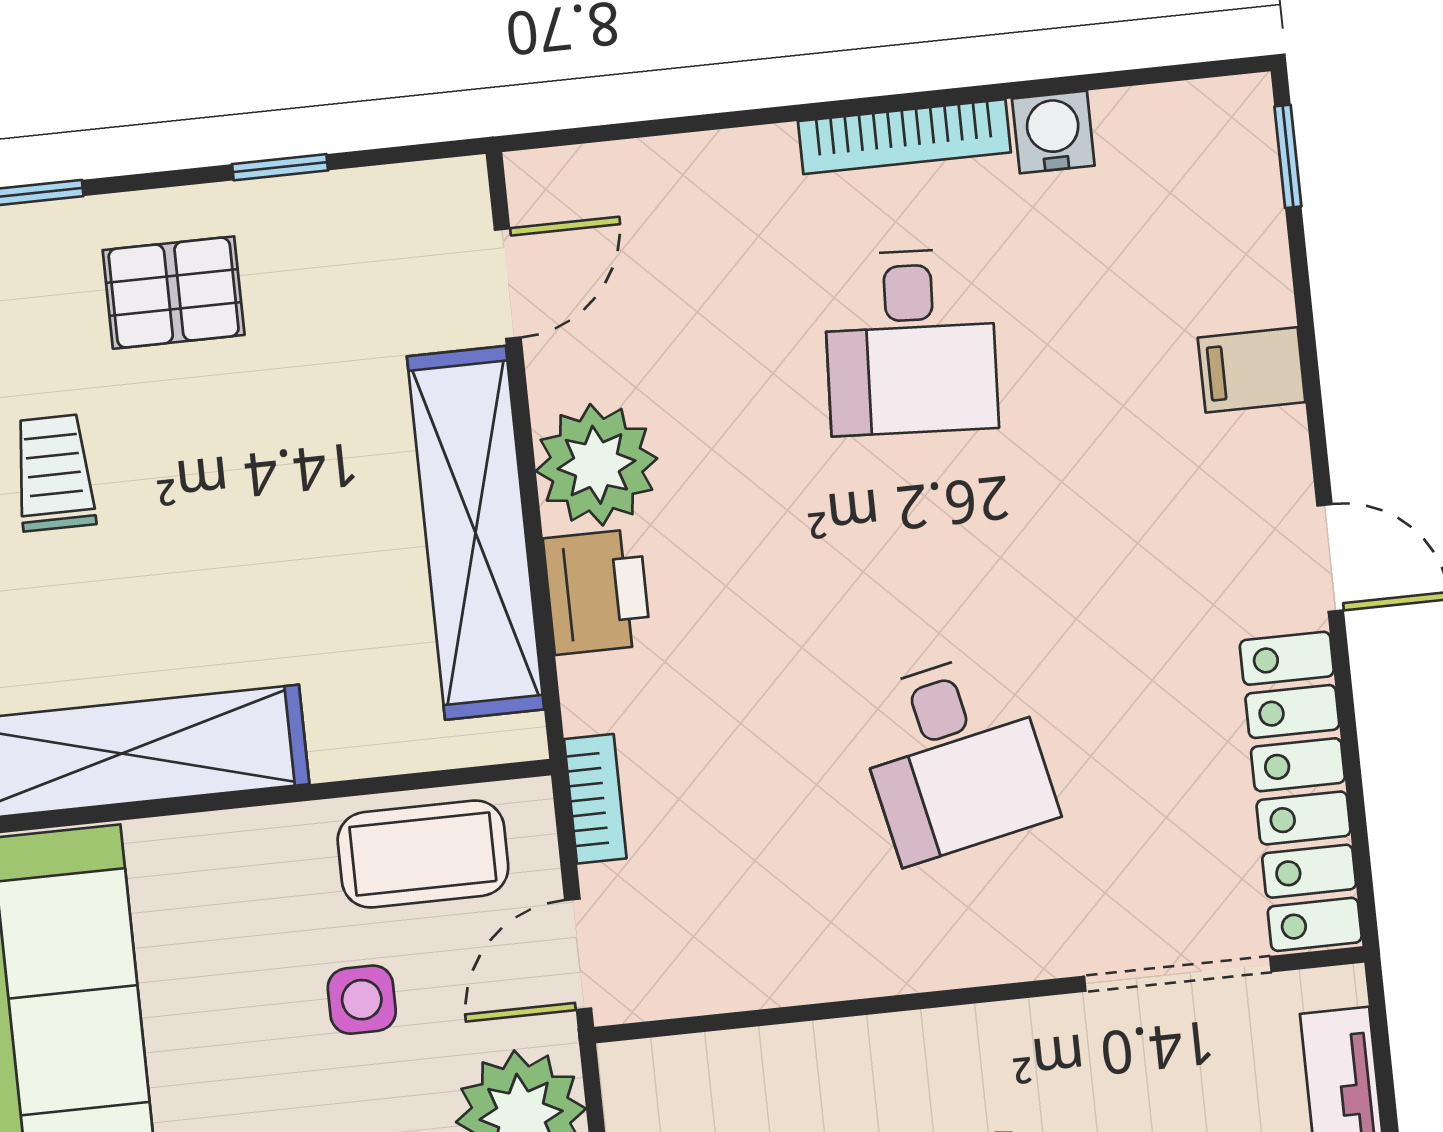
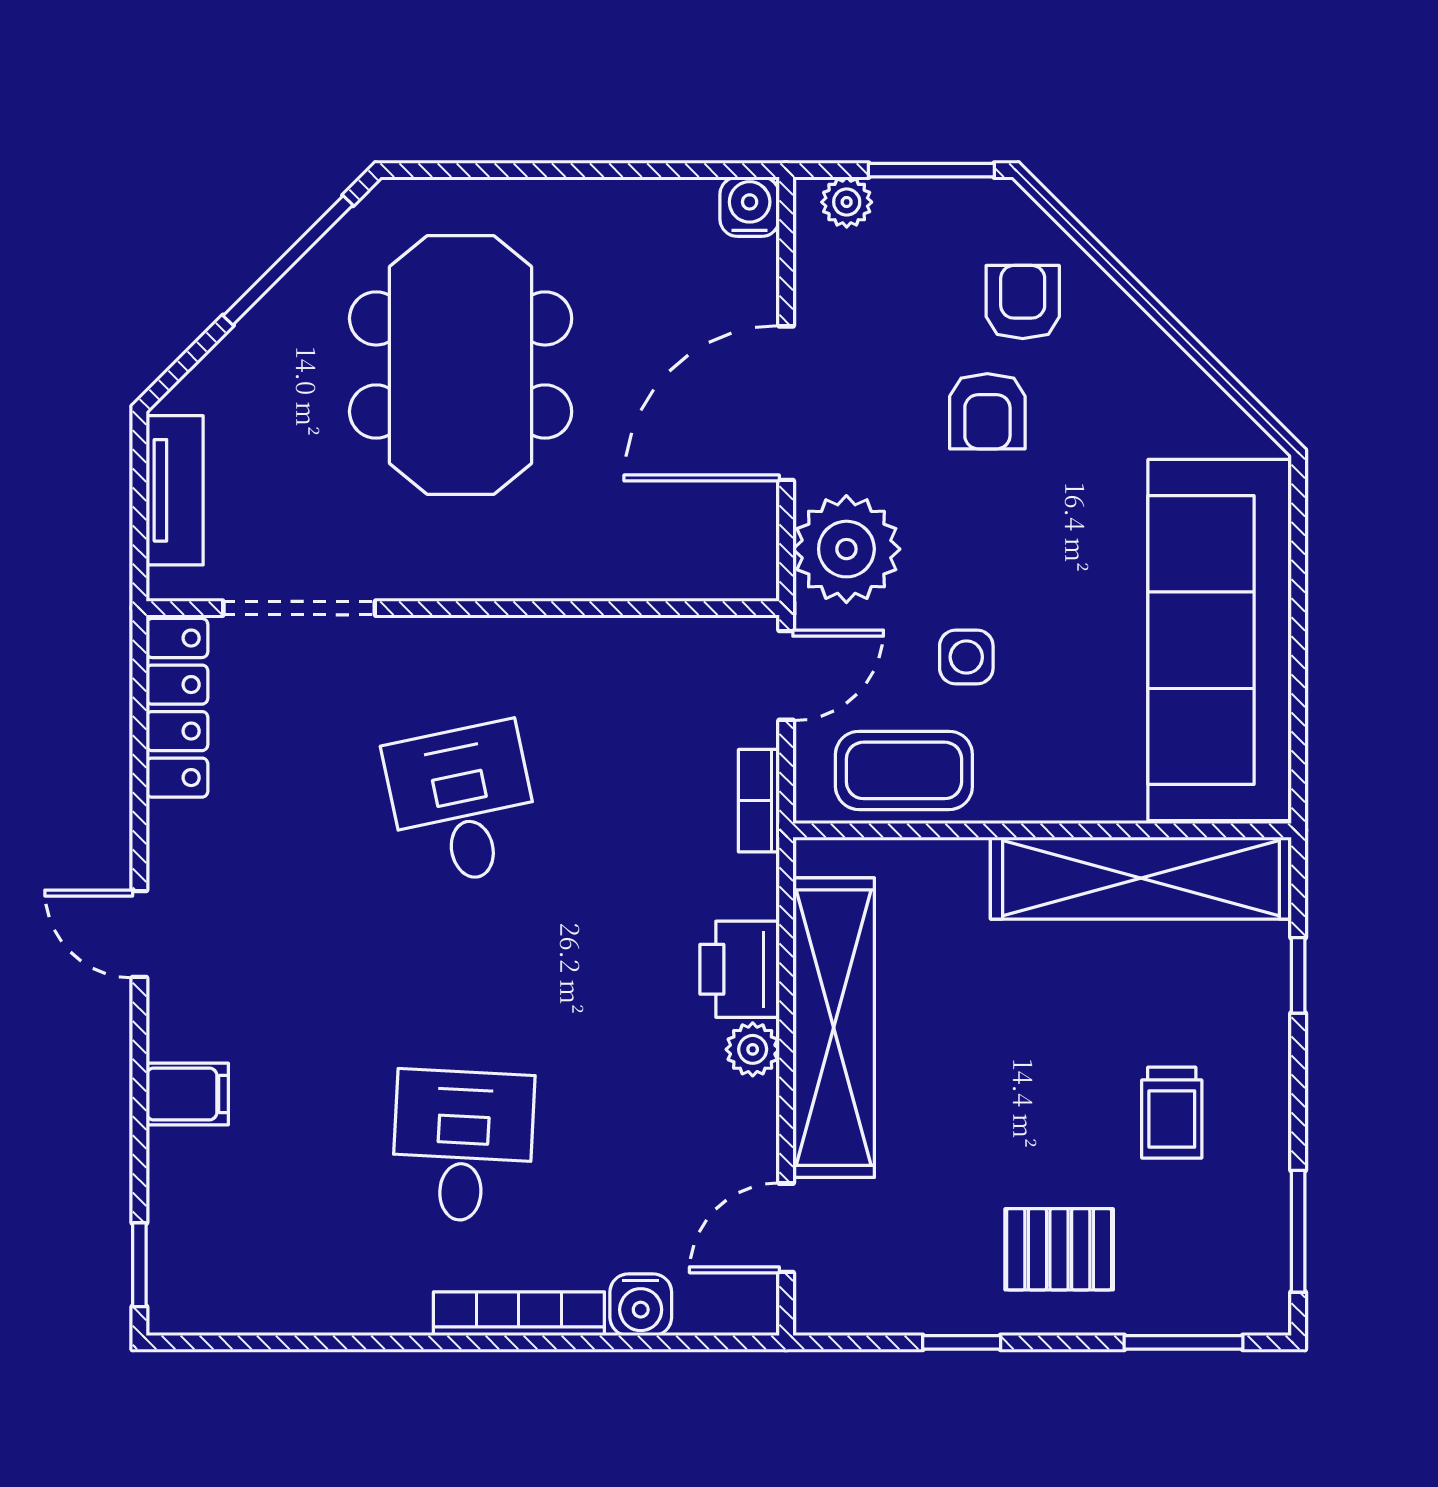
water cooler: (1053, 132) -> (641, 1305), moved
bookcase: (904, 137) -> (519, 1314), moved
plant: (596, 465) -> (753, 1049), width x0.53, depth x0.53
locker: (1301, 791) -> (177, 708), width x0.71, depth x0.83

